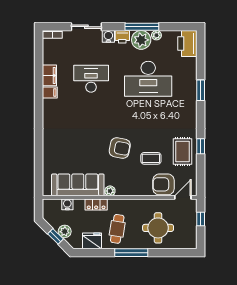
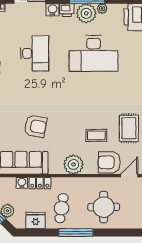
desk: (91, 79) -> (35, 53), turned 90
armchair: (120, 148) -> (35, 126), moved
plant: (110, 191) -> (73, 164), moved, width x1.88, depth x1.88
water cooler: (67, 204) -> (22, 183), moved

